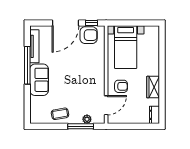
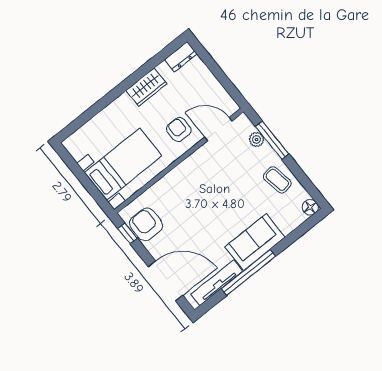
door: (65, 23) -> (166, 281), moved
floor lamp: (35, 119) -> (310, 207), added

